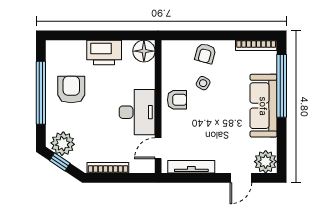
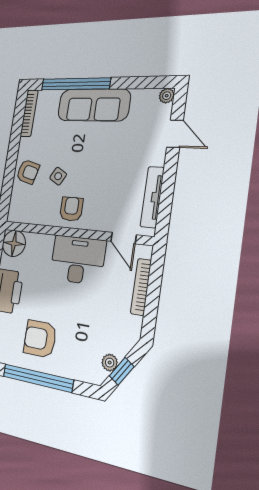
plant: (63, 144) -> (110, 363), width x0.53, depth x0.53
plant: (266, 162) -> (167, 96), width x0.53, depth x0.53
bookcase: (108, 168) -> (141, 287), moved

